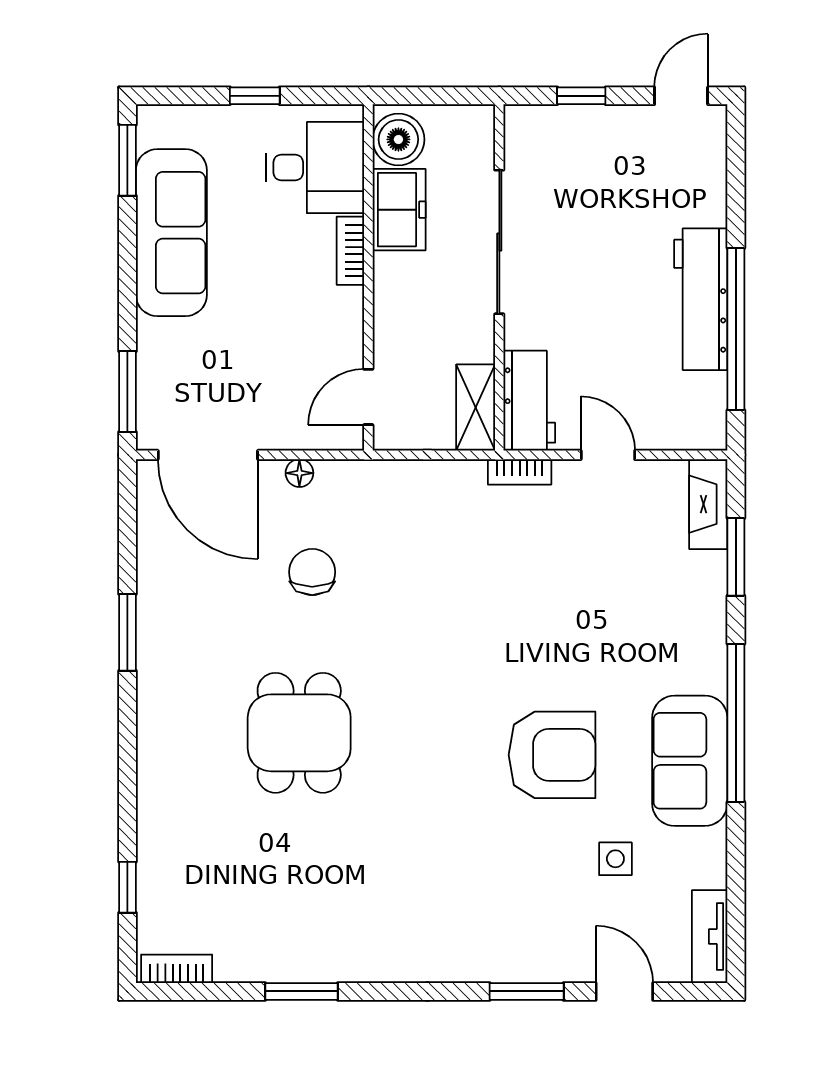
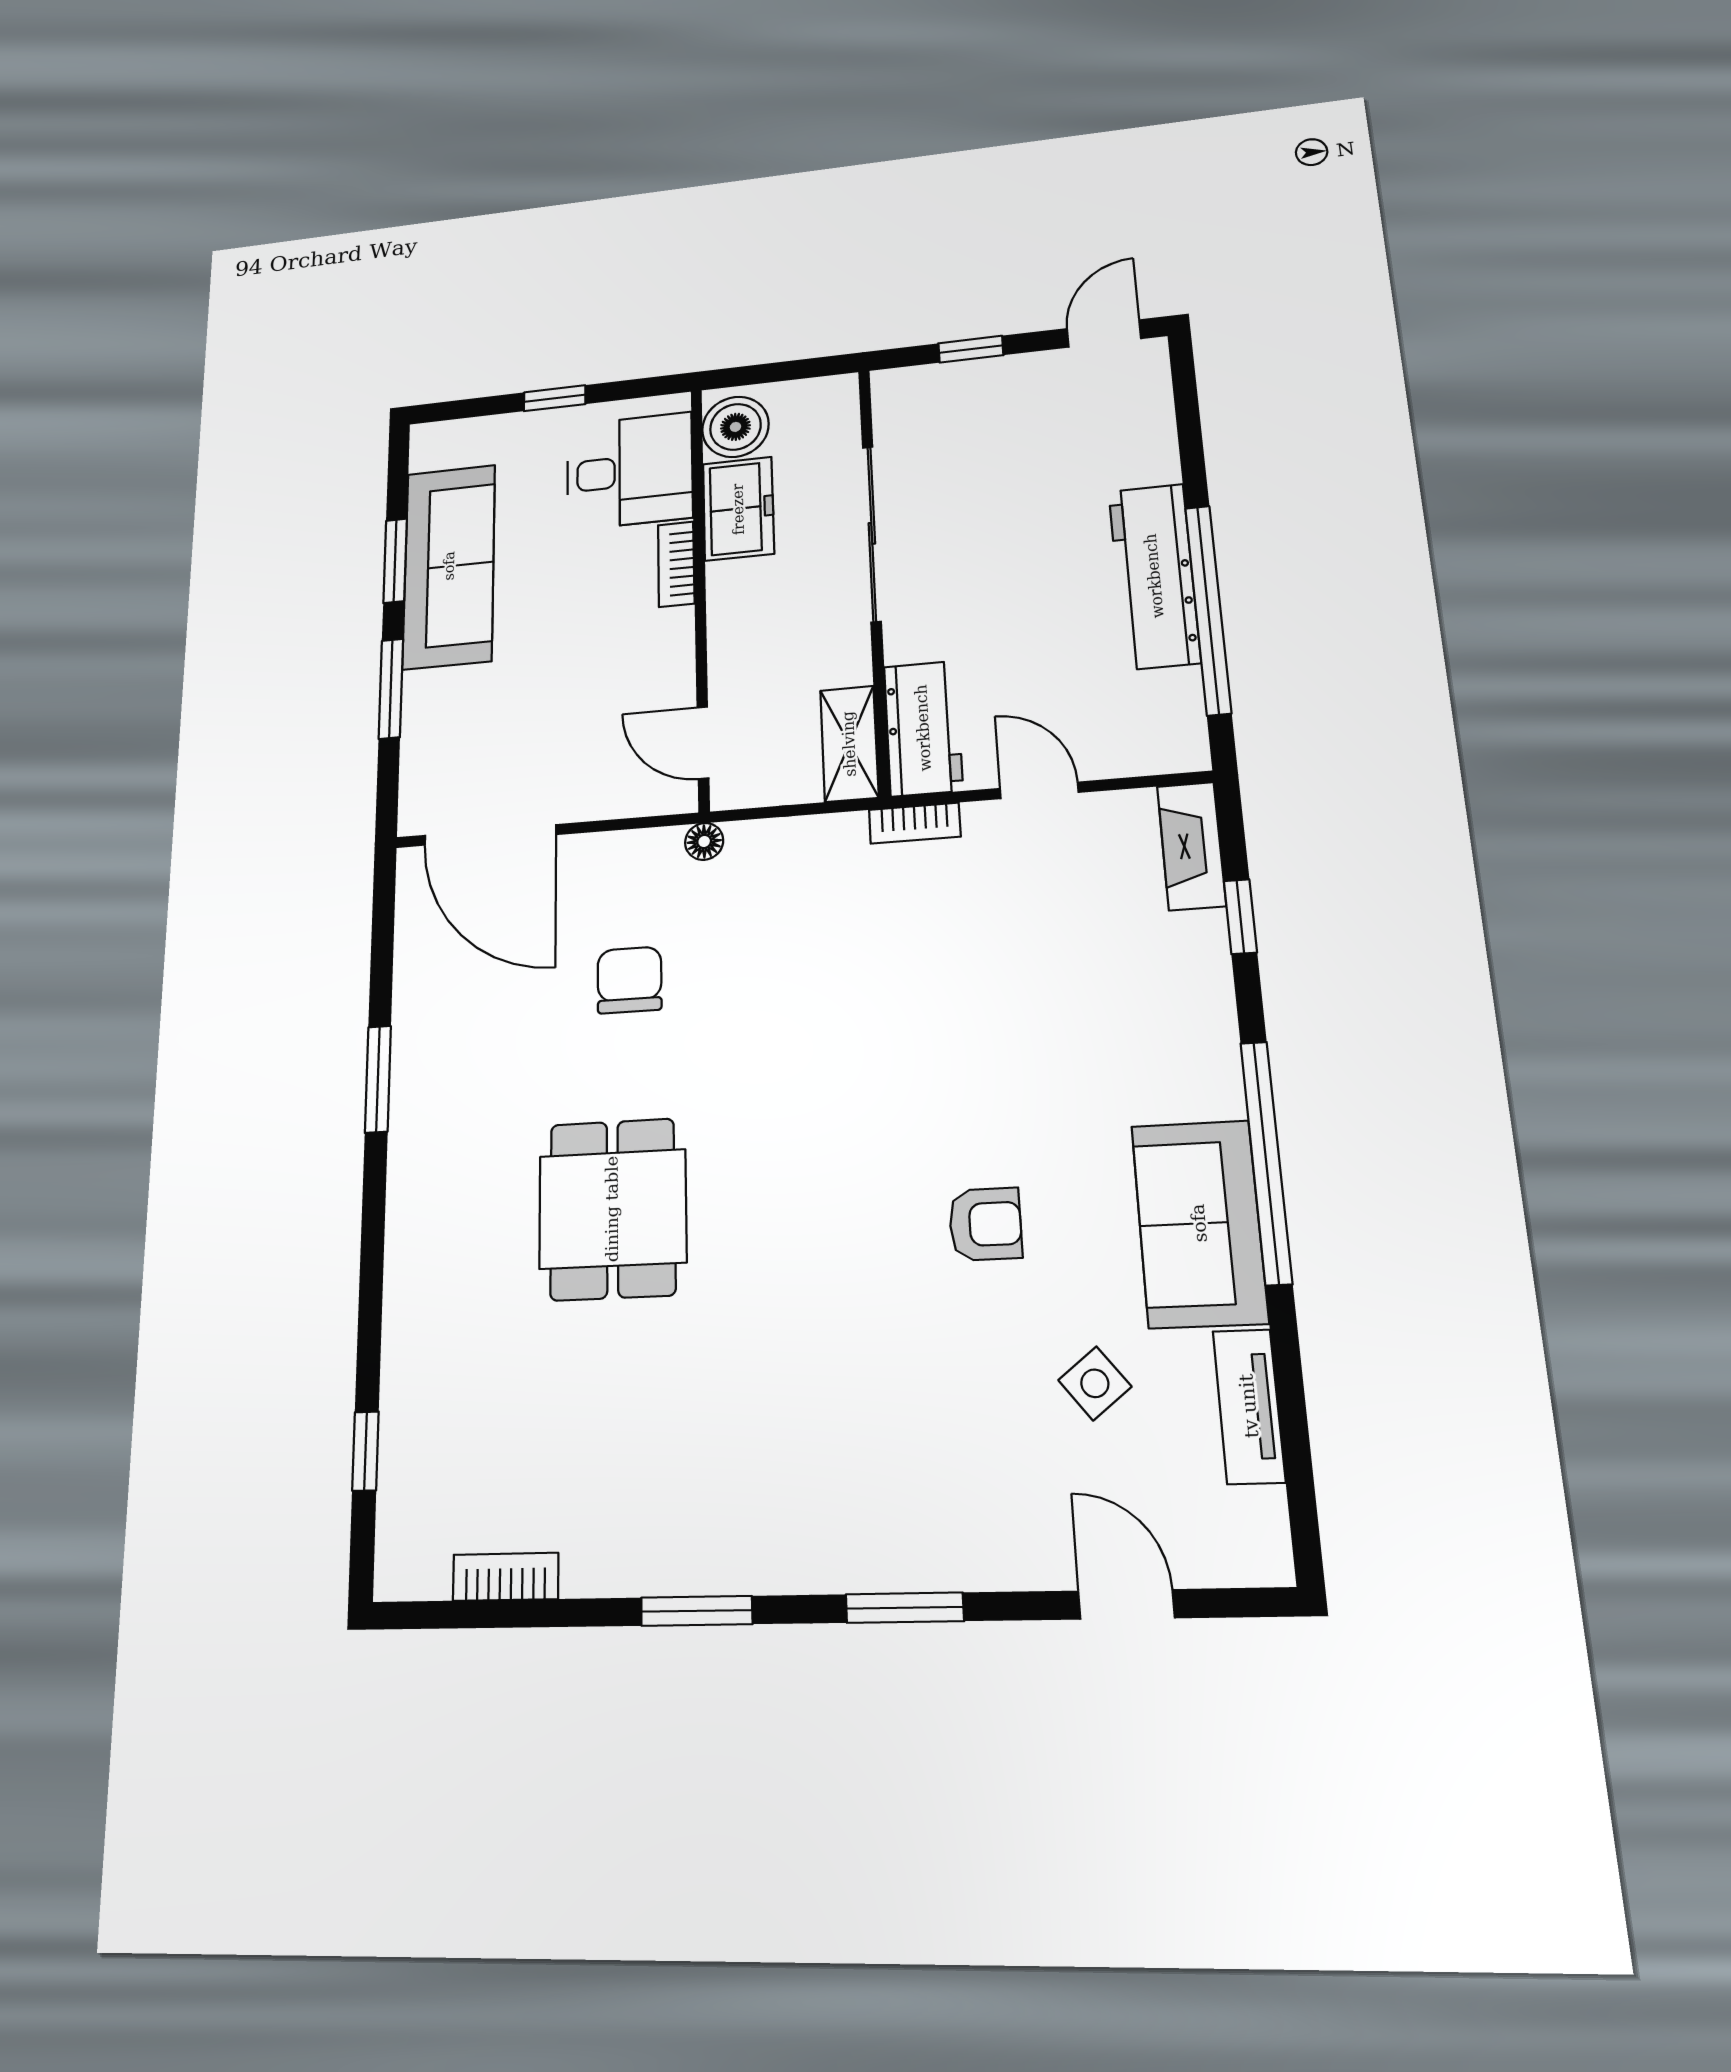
window: (127, 160) -> (395, 561), moved
window: (127, 392) -> (391, 689), moved
door: (368, 397) -> (703, 743), hinge flipped
floor lamp: (299, 473) -> (704, 841), moved
window: (736, 557) -> (1240, 917), width x0.67
armchair: (552, 755) -> (985, 1224), width x0.53, depth x0.53
side table: (615, 859) -> (1095, 1383), turned -38
tv unit: (710, 937) -> (1249, 1406), moved
bookcase: (177, 969) -> (505, 1577), moved
window: (301, 991) -> (697, 1611), moved
window: (527, 991) -> (905, 1608), moved

